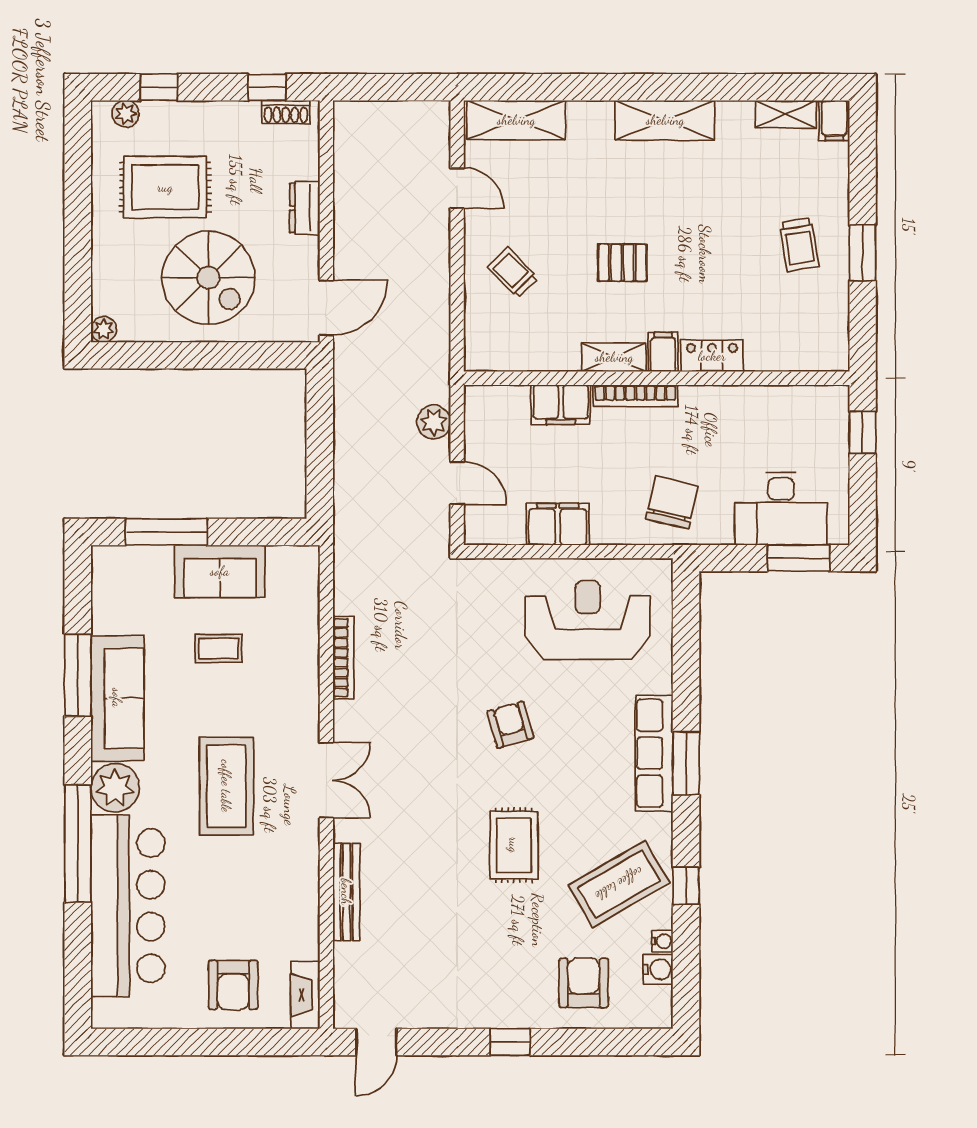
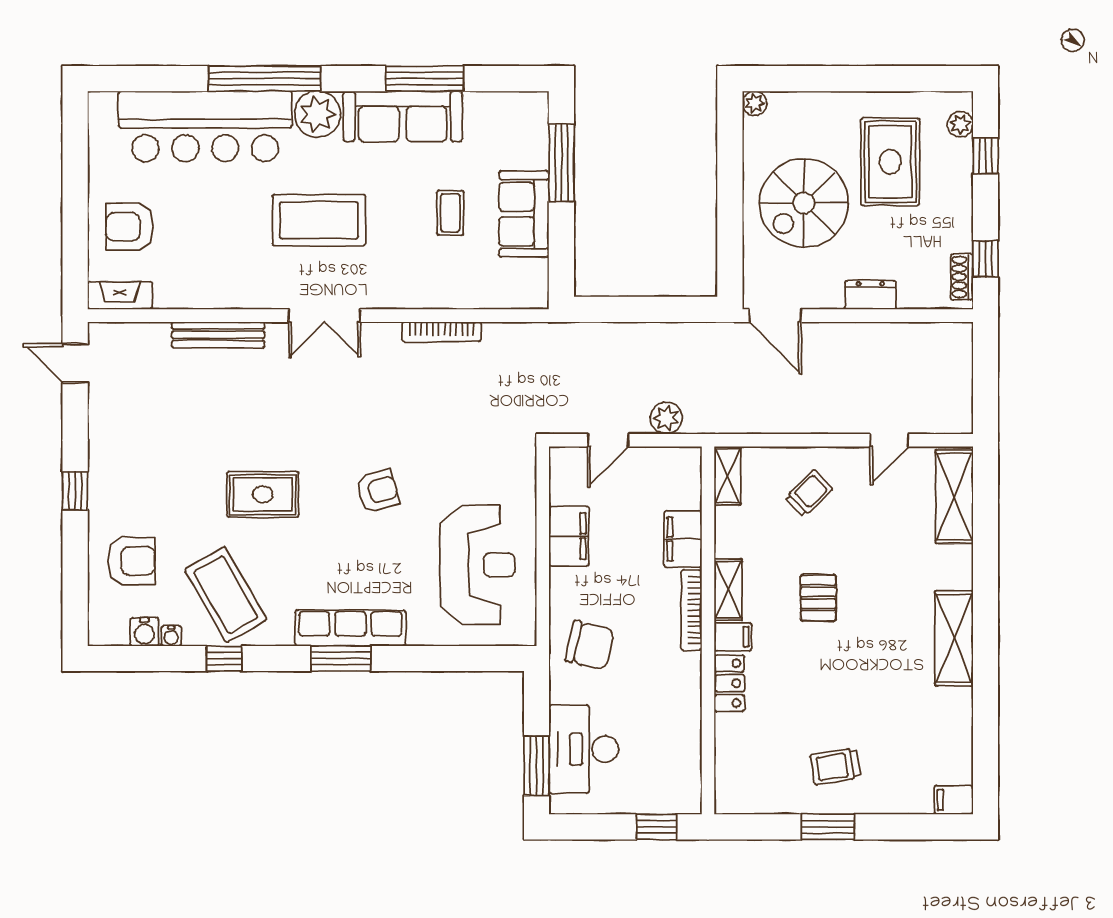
shelving: (786, 114) -> (727, 476), moved

